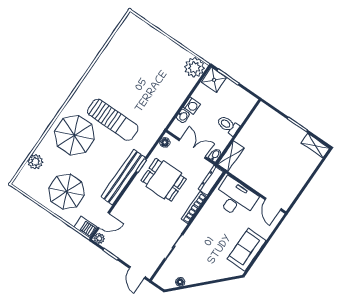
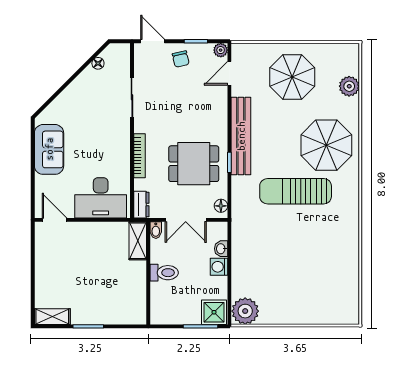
dresser: (211, 180) -> (141, 205), width x0.70
barbecue: (85, 227) -> (245, 52), removed
chair: (128, 250) -> (181, 59), added

